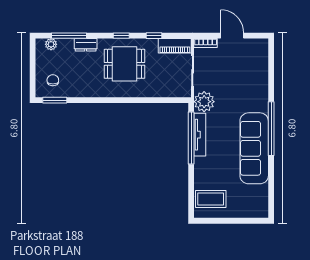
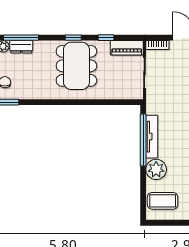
dresser: (86, 45) -> (21, 47), moved
dining table: (124, 64) -> (76, 66), width x1.38
plant: (204, 102) -> (156, 169), moved

